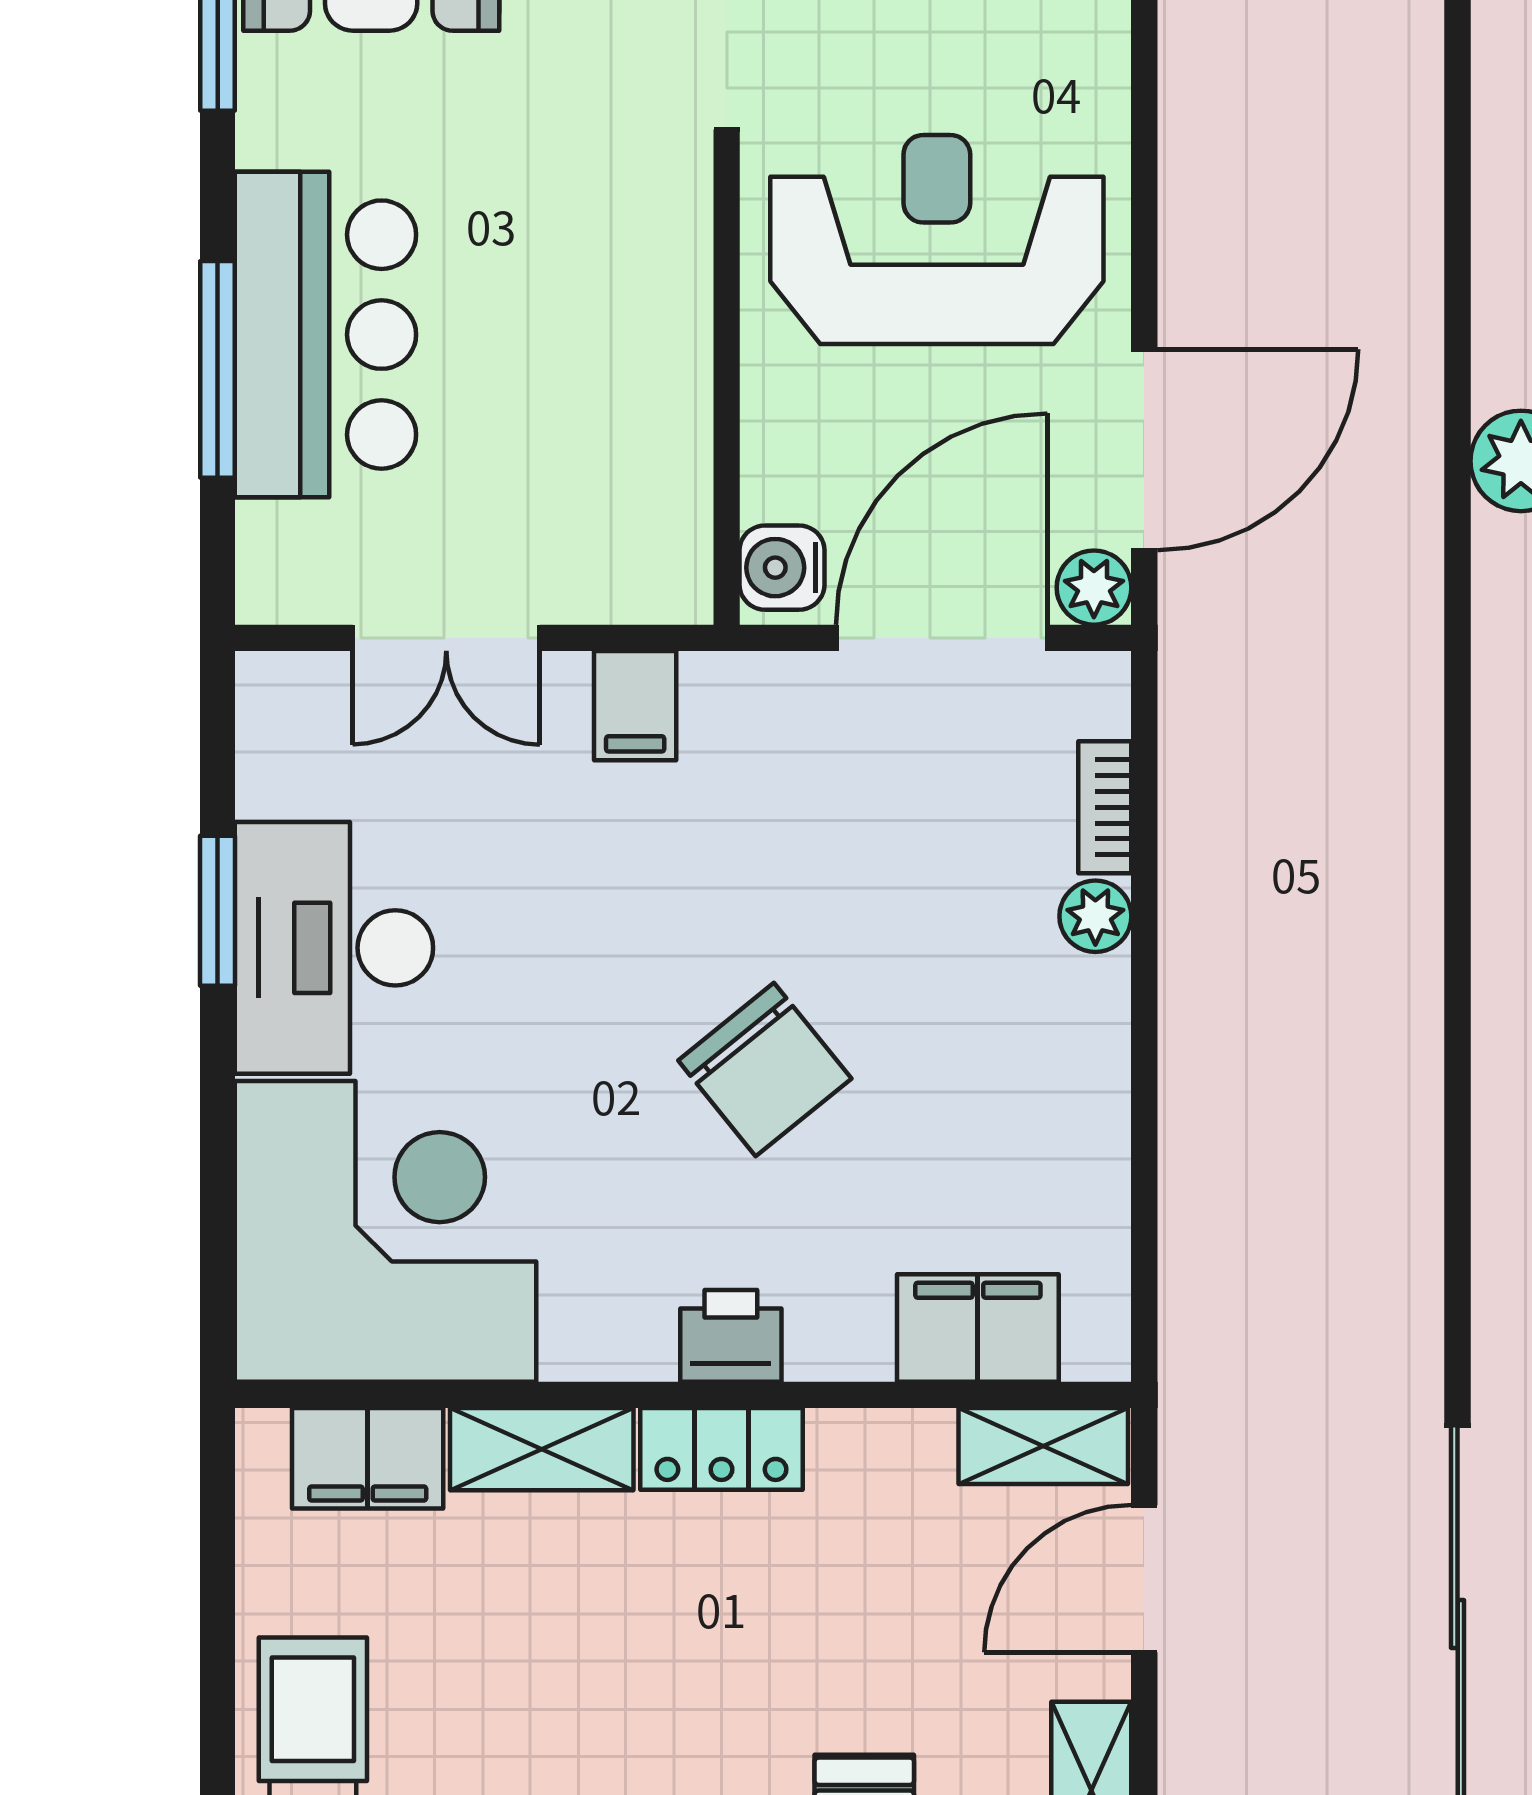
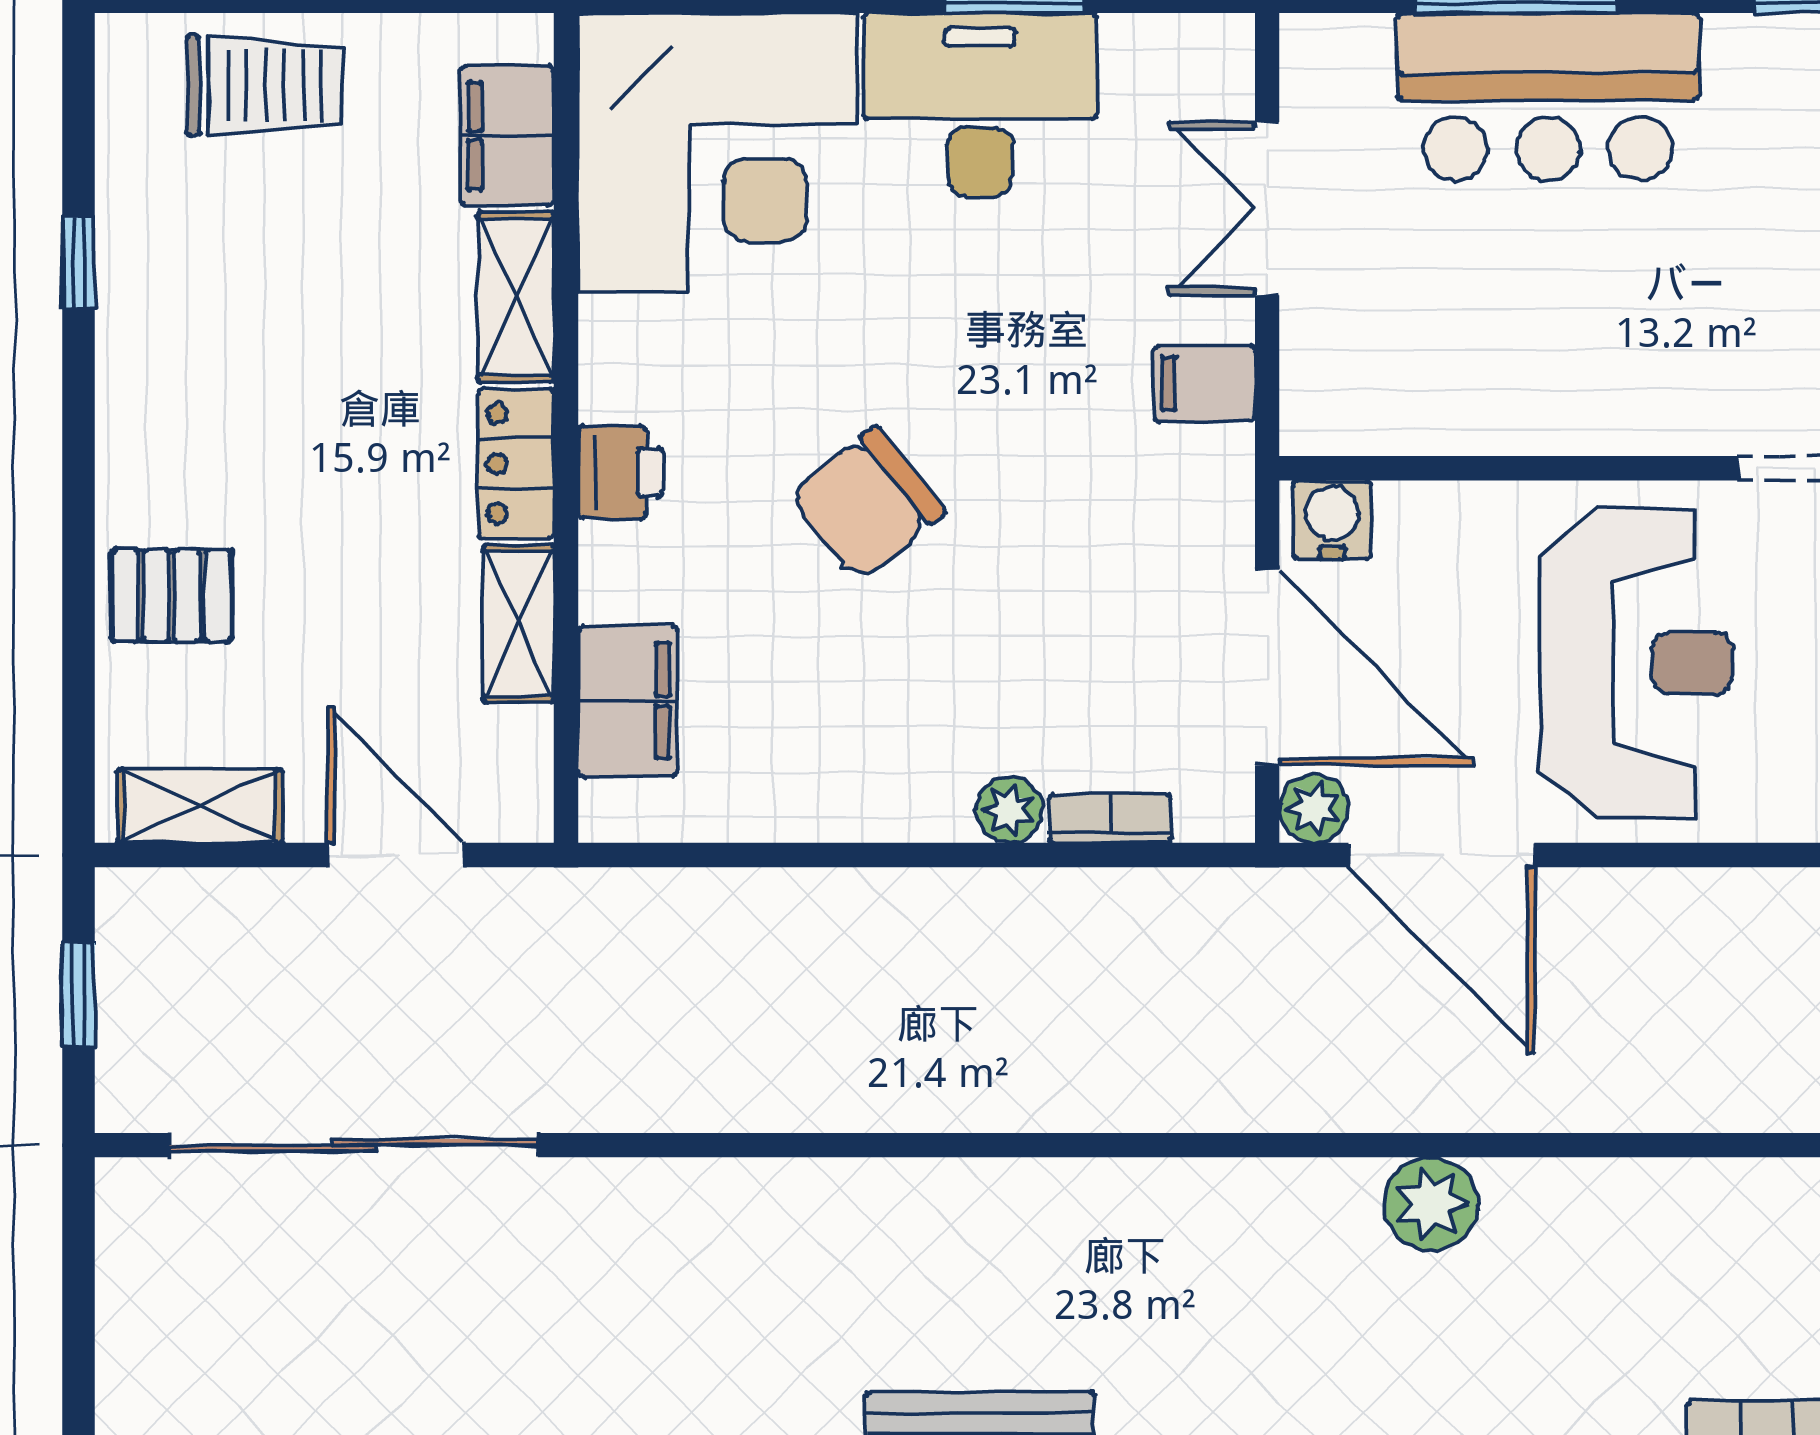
shelving: (1043, 1446) -> (519, 624), moved

